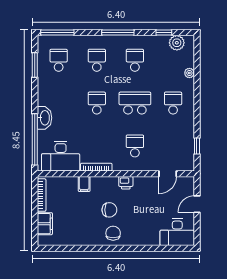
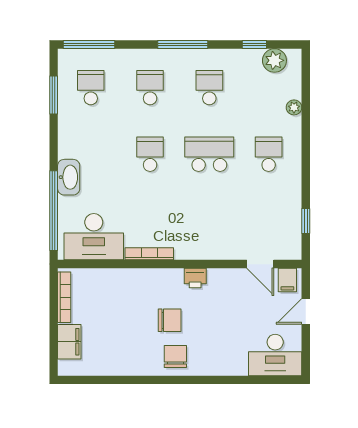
school desk: (135, 146) -> (209, 221), removed
door: (168, 174) -> (260, 264), hinge flipped
filing cabinet: (84, 184) -> (287, 280), moved

